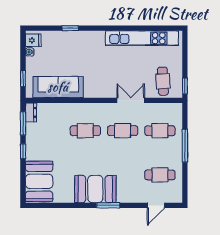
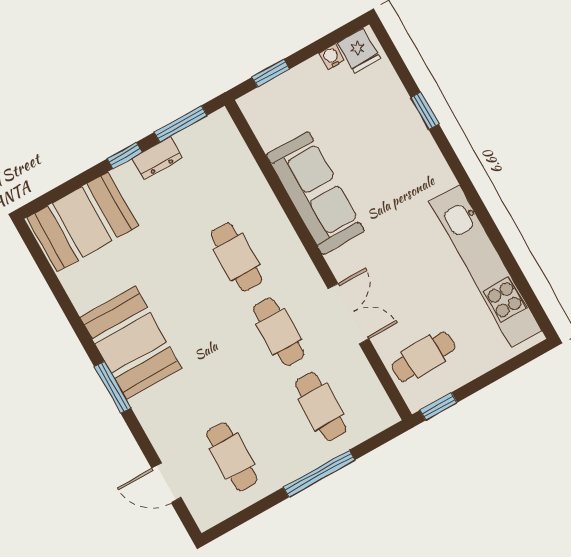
sofa: (58, 87) -> (315, 193), moved
dresser: (31, 112) -> (157, 158), moved

